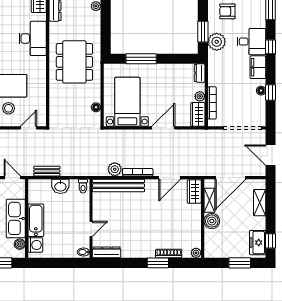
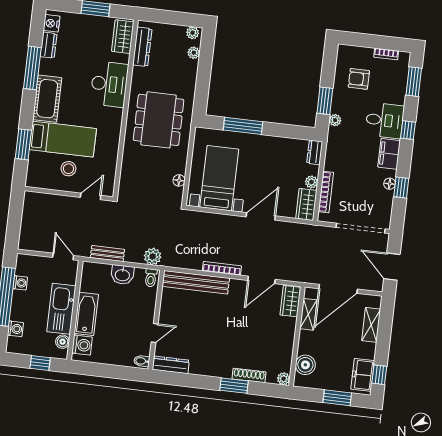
plant: (217, 42) -> (335, 120), width x0.53, depth x0.53
plant: (115, 169) -> (153, 256), moved
boiler: (212, 221) -> (305, 365), moved

